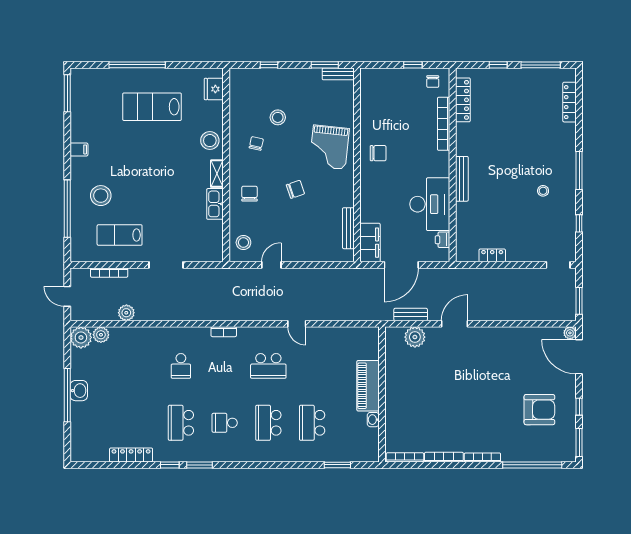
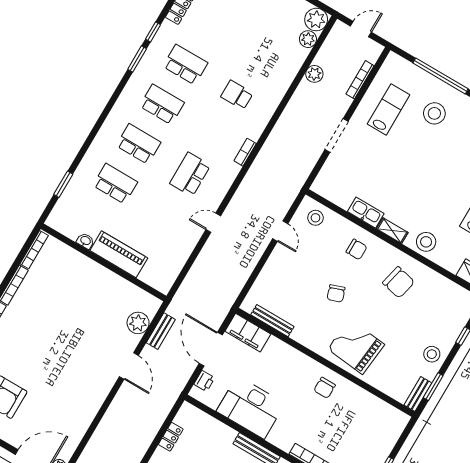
stool: (278, 117) -> (432, 354), moved
chair: (256, 143) -> (399, 282), width x1.87, depth x1.87
printer: (442, 240) -> (204, 381), moved, turned 90
school desk: (225, 423) -> (162, 104), width x1.85

